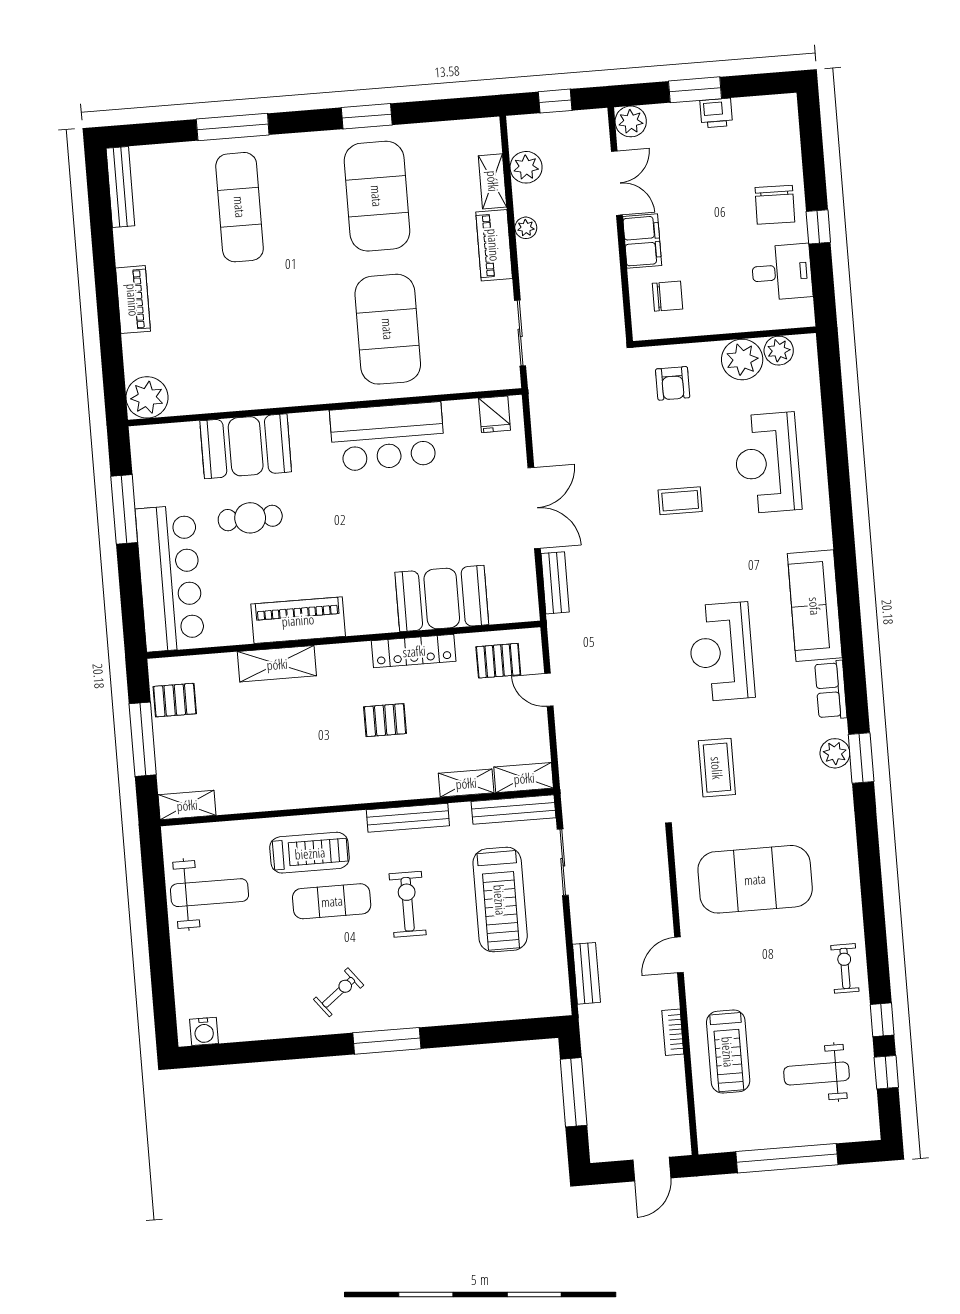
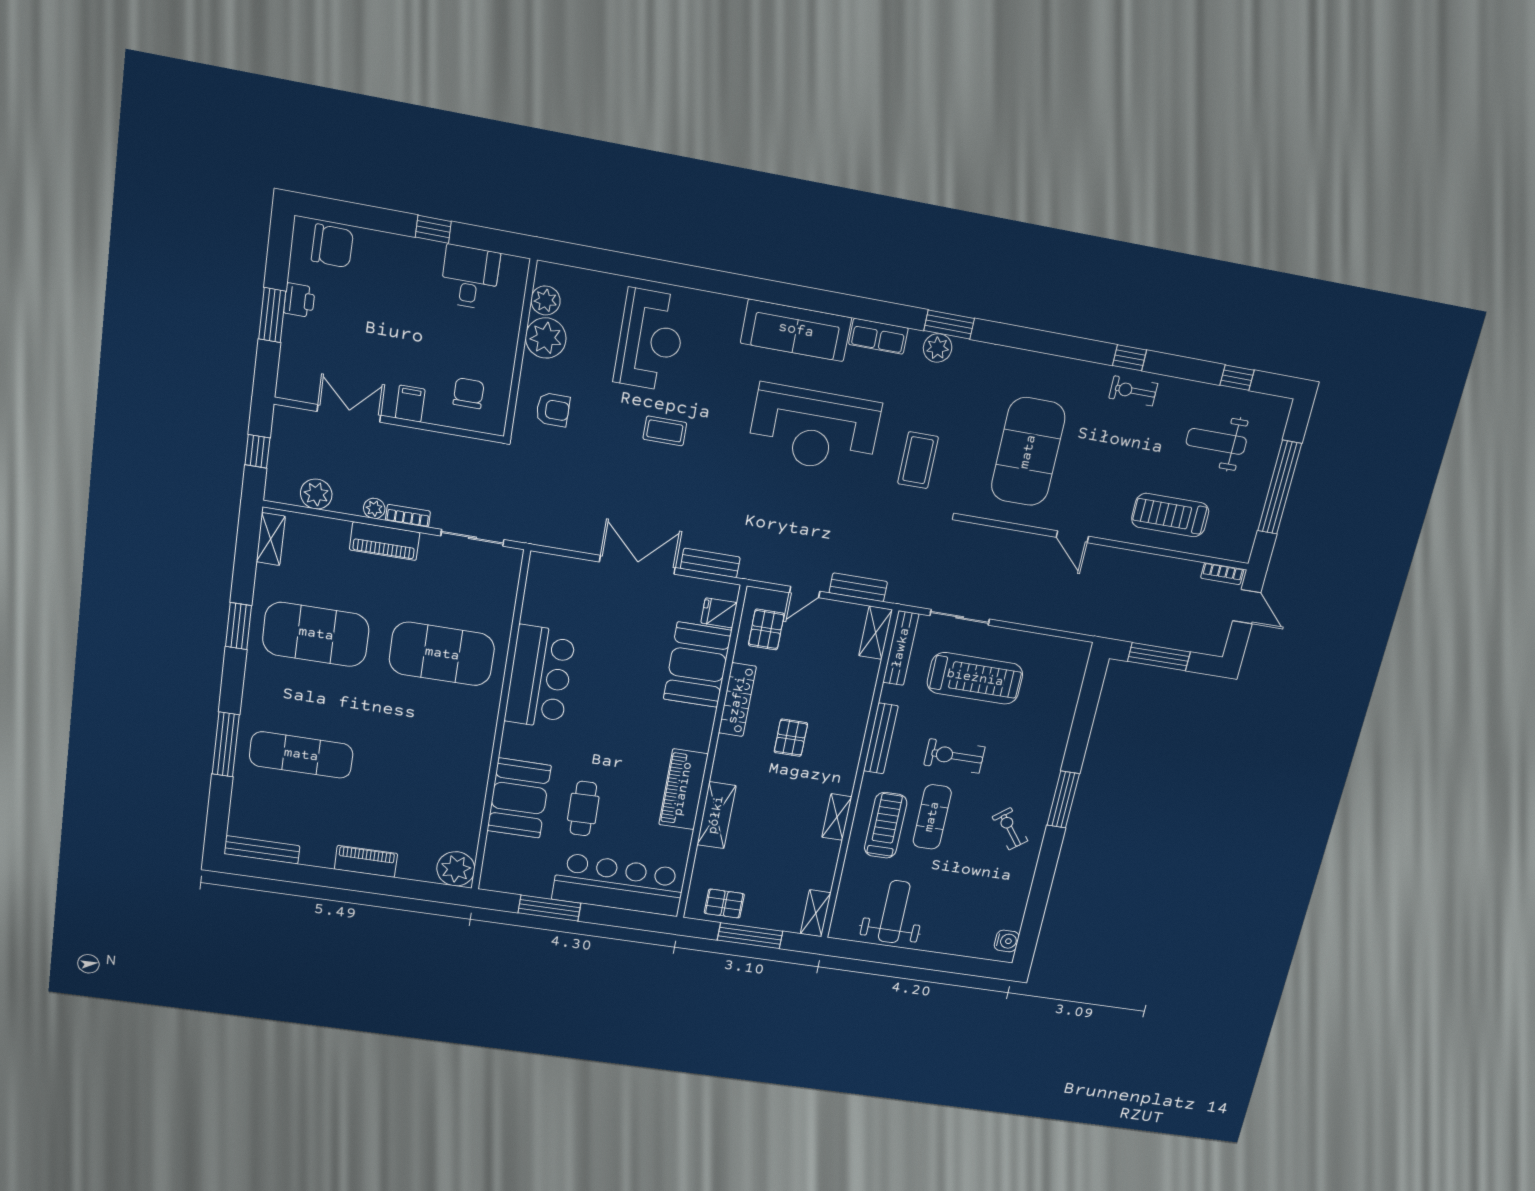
plant: (631, 121) -> (291, 385), removed
shelving: (493, 181) -> (271, 539), moved, turned 90
chair: (775, 205) -> (332, 246), moved
filing cabinet: (642, 241) -> (410, 404), width x0.50
bookcase: (527, 263) -> (408, 516), added
fridge: (495, 414) -> (719, 613), moved, turned 180
reception desk: (767, 463) -> (650, 340), turned -90
coffee table: (680, 501) -> (665, 431), turned 90
reception desk: (721, 652) -> (814, 429), width x1.36, depth x1.30
pallet: (175, 700) -> (724, 904), turned 90
coffee table: (717, 768) -> (918, 460), turned 90
shelving: (466, 783) -> (837, 817), moved
bench: (586, 973) -> (858, 587), moved
window: (882, 1020) -> (1129, 358), moved
bookcase: (673, 1032) -> (1222, 574), moved
treadmill: (728, 1052) -> (1170, 515), turned 180
weight bench: (817, 1074) -> (1216, 441), turned 90

